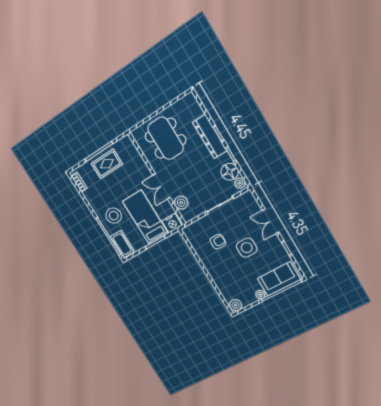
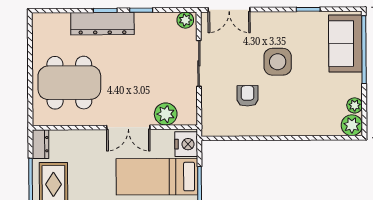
dresser: (123, 143) -> (40, 144), added
floor lamp: (230, 172) -> (163, 25), removed
double door: (271, 221) -> (229, 10), moved
plant: (260, 295) -> (355, 105), moved

